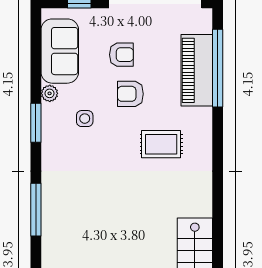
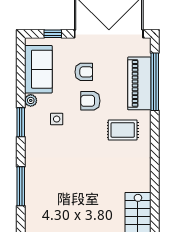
rug: (161, 144) -> (123, 130), moved

